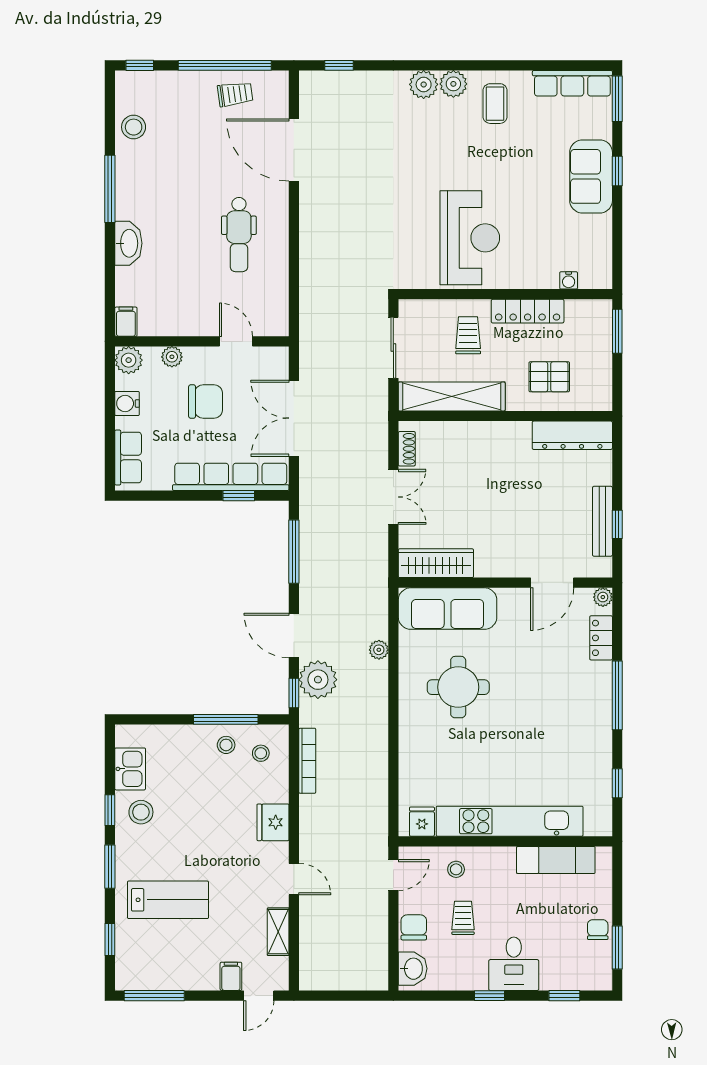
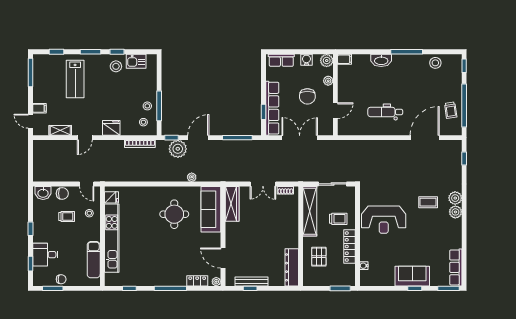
coffee table: (495, 104) -> (428, 202), moved
desk: (514, 964) -> (45, 255), moved

